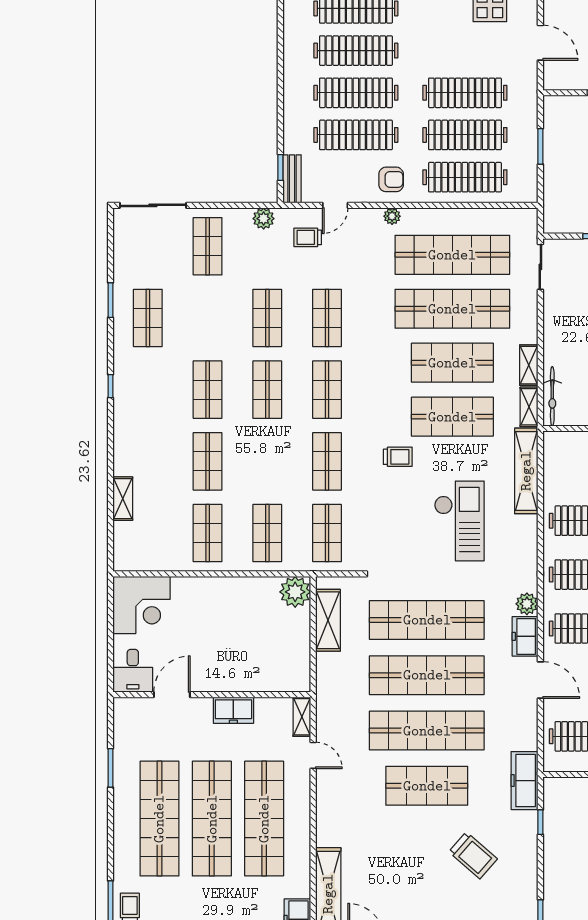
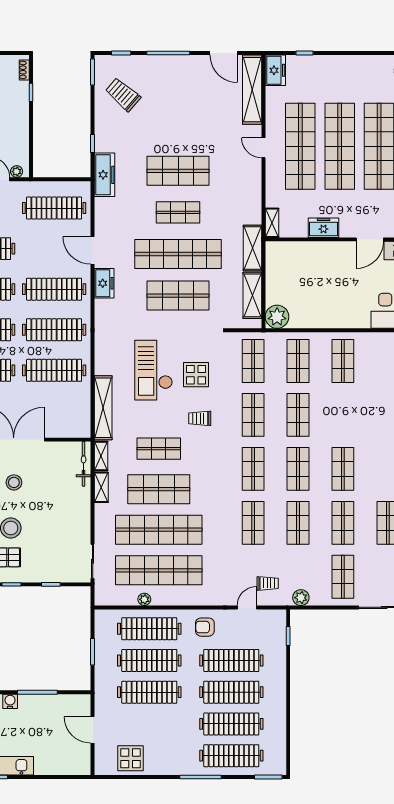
bench: (292, 179) -> (279, 628), removed
plant: (392, 216) -> (144, 599), moved
shop shelf: (208, 318) -> (343, 523), added
shop shelf: (452, 417) -> (159, 449), width x0.70, depth x0.74
shop shelf: (208, 461) -> (298, 415), moved
display table: (403, 515) -> (196, 375), added
plant: (527, 604) -> (103, 308), removed
shop shelf: (427, 620) -> (178, 296), width x0.71
shelving: (328, 683) -> (252, 248), added
shop shelf: (427, 731) -> (178, 212), width x0.50, depth x0.74
door: (313, 755) -> (263, 148), moved
trolley: (473, 855) -> (123, 94), moved

